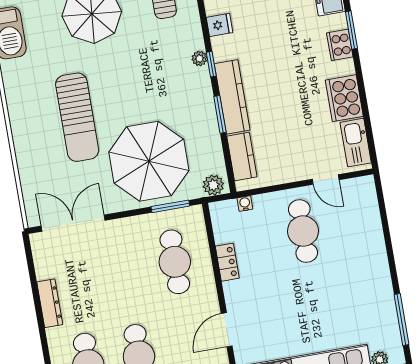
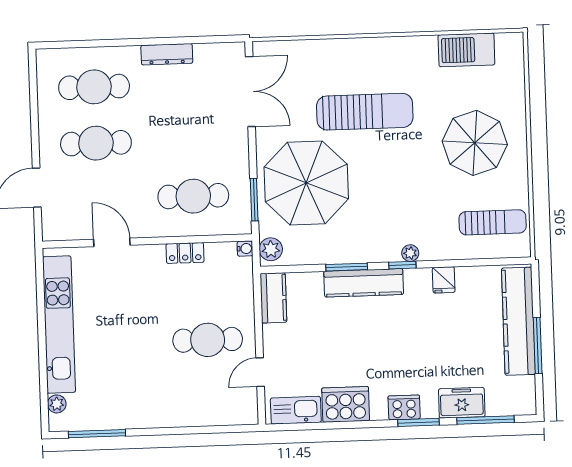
sun lounger: (77, 117) -> (365, 112), turned 180
kitchen counter: (242, 156) -> (273, 298), moved, turned -90
water cooler: (245, 204) -> (245, 249), moved

